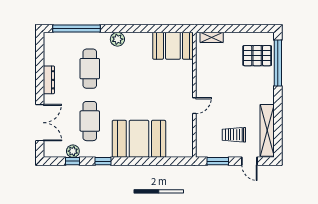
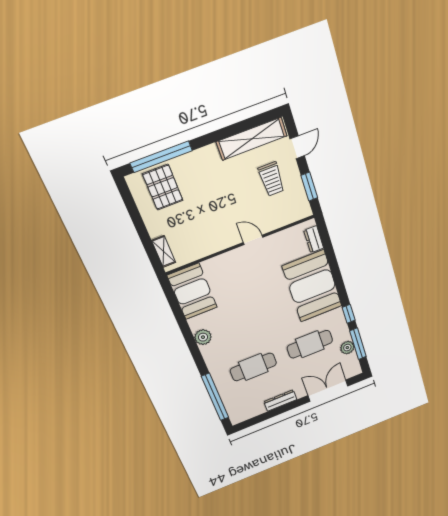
plant: (117, 39) -> (203, 337), moved
dresser: (177, 152) -> (314, 239), added
window: (73, 161) -> (358, 344), width x2.17

